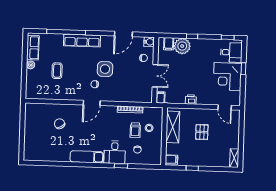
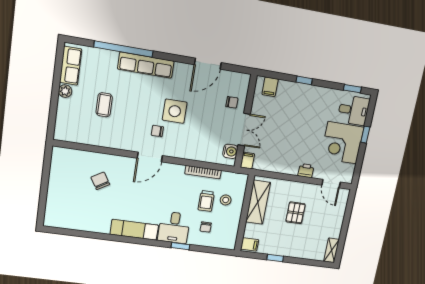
water cooler: (149, 42) -> (230, 151), moved
plant: (182, 46) -> (288, 92), removed
printer: (191, 99) -> (306, 171), moved

